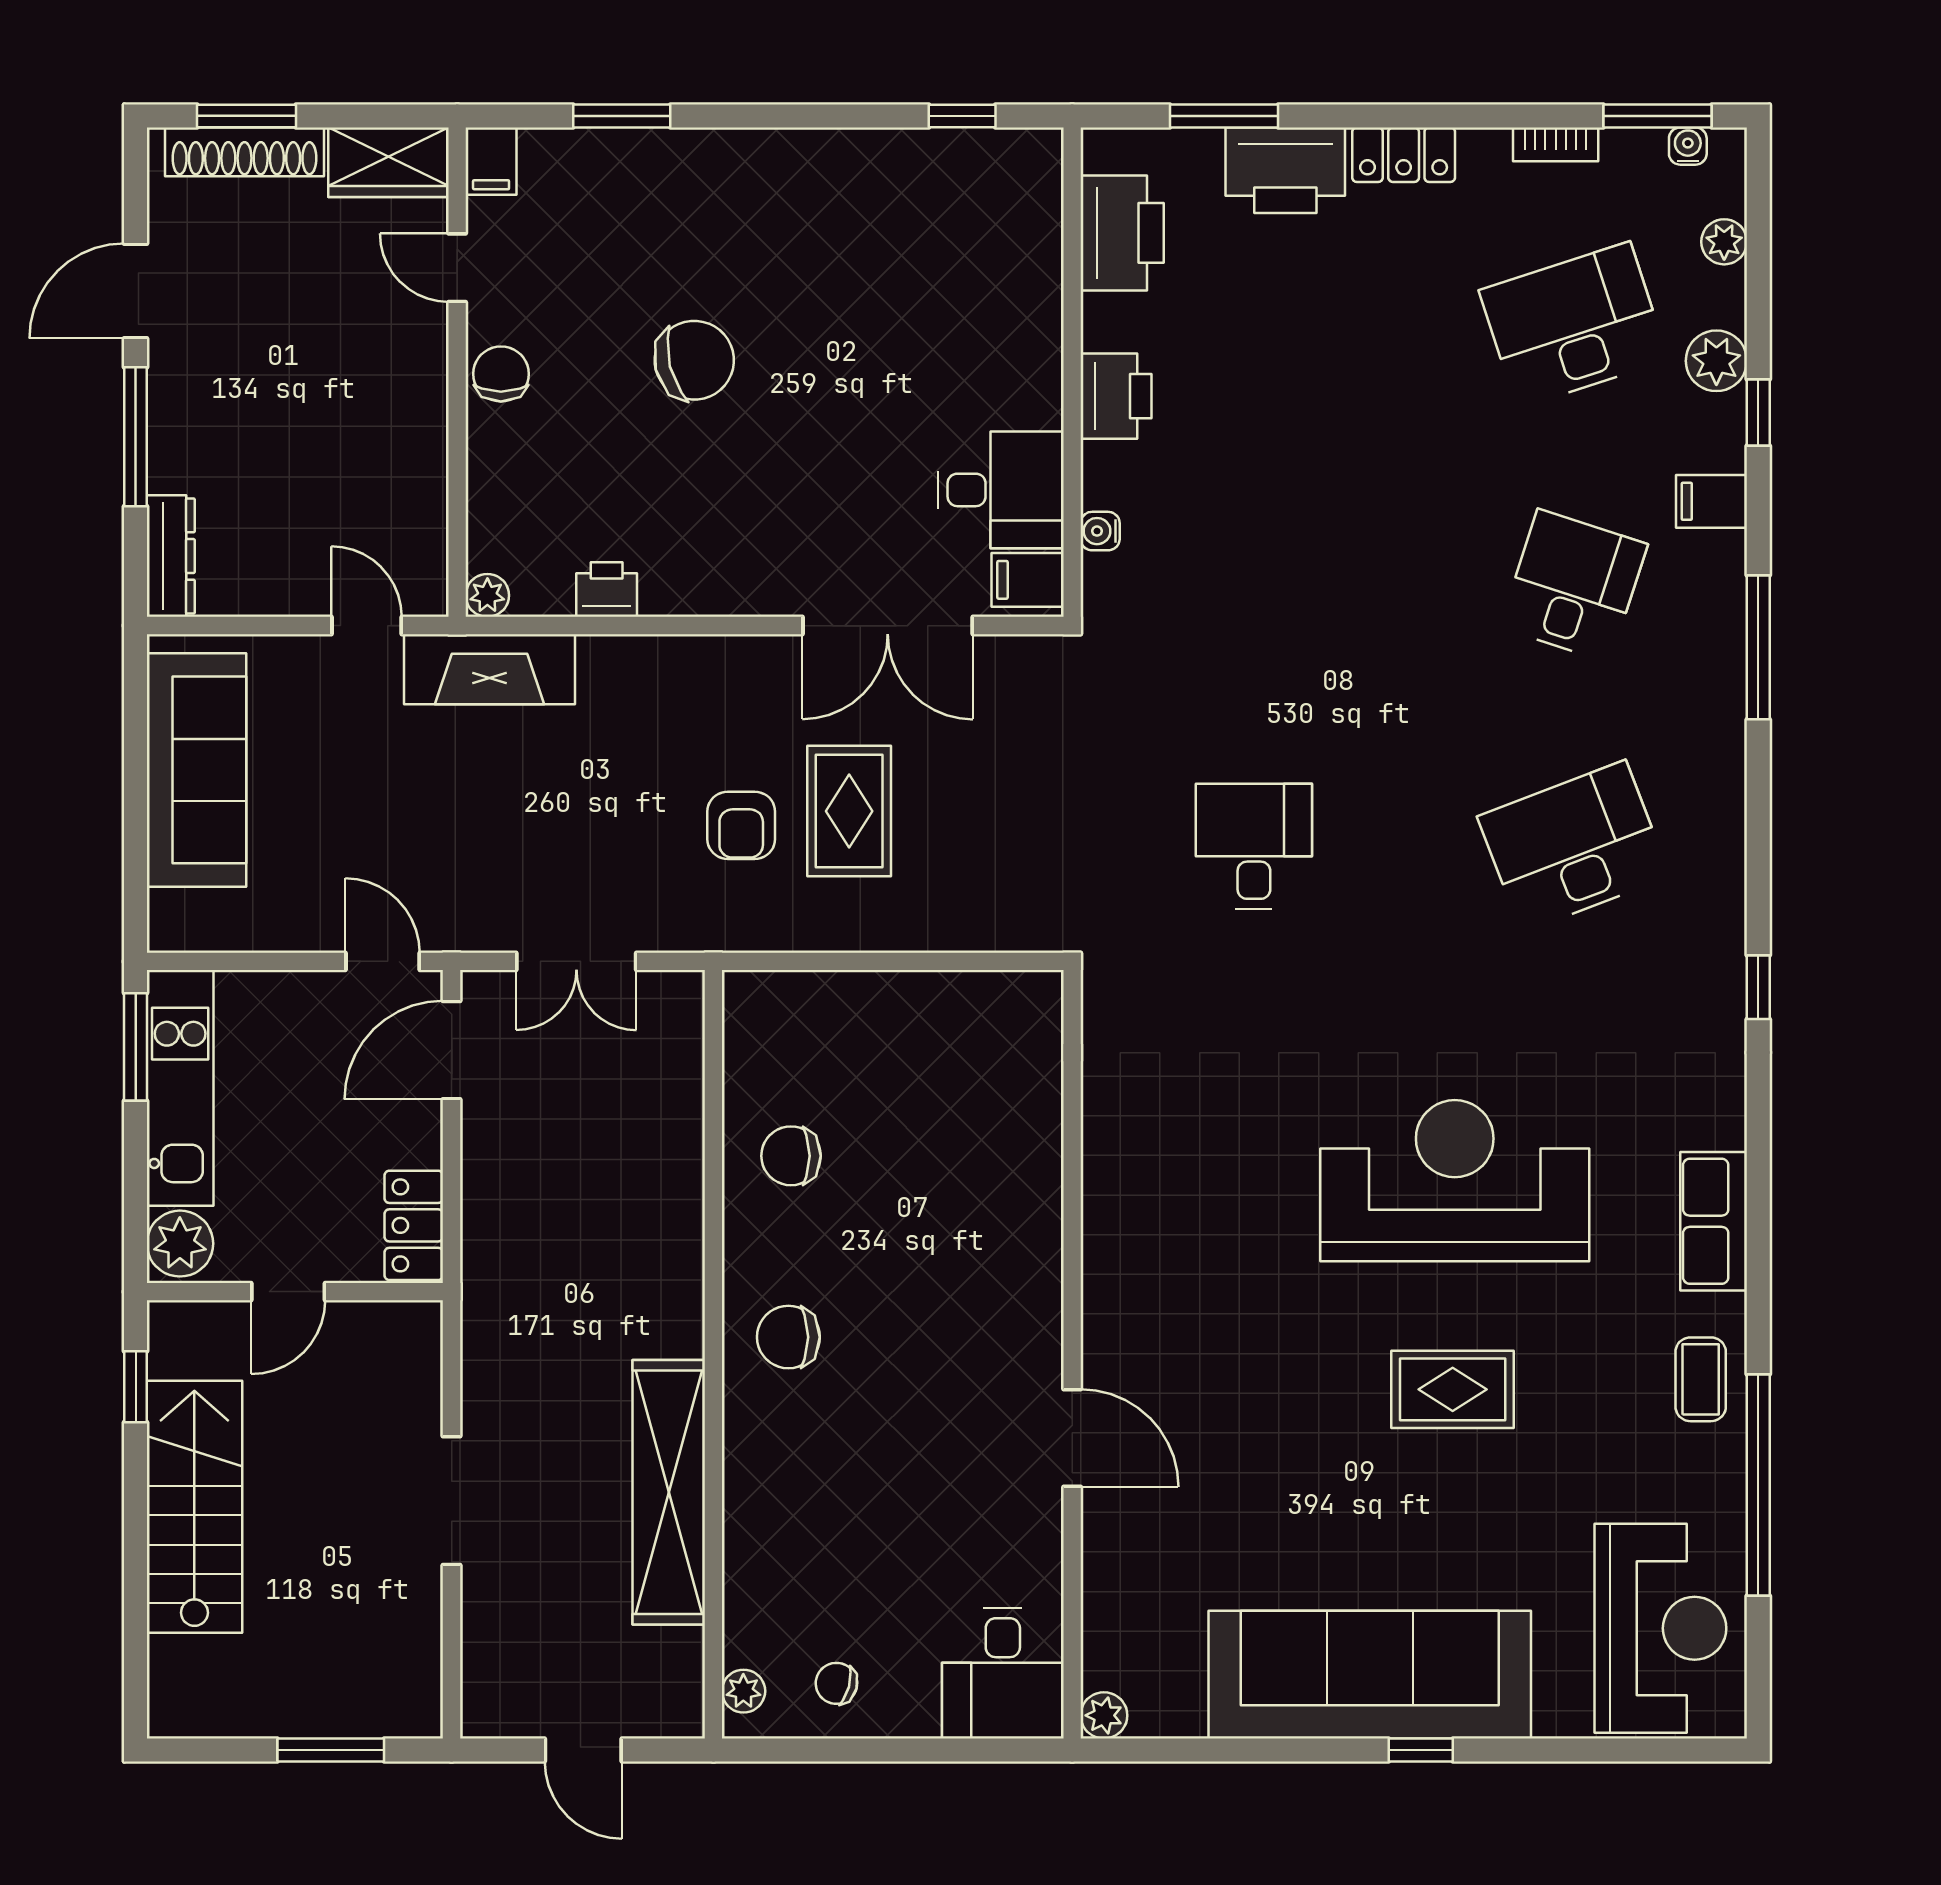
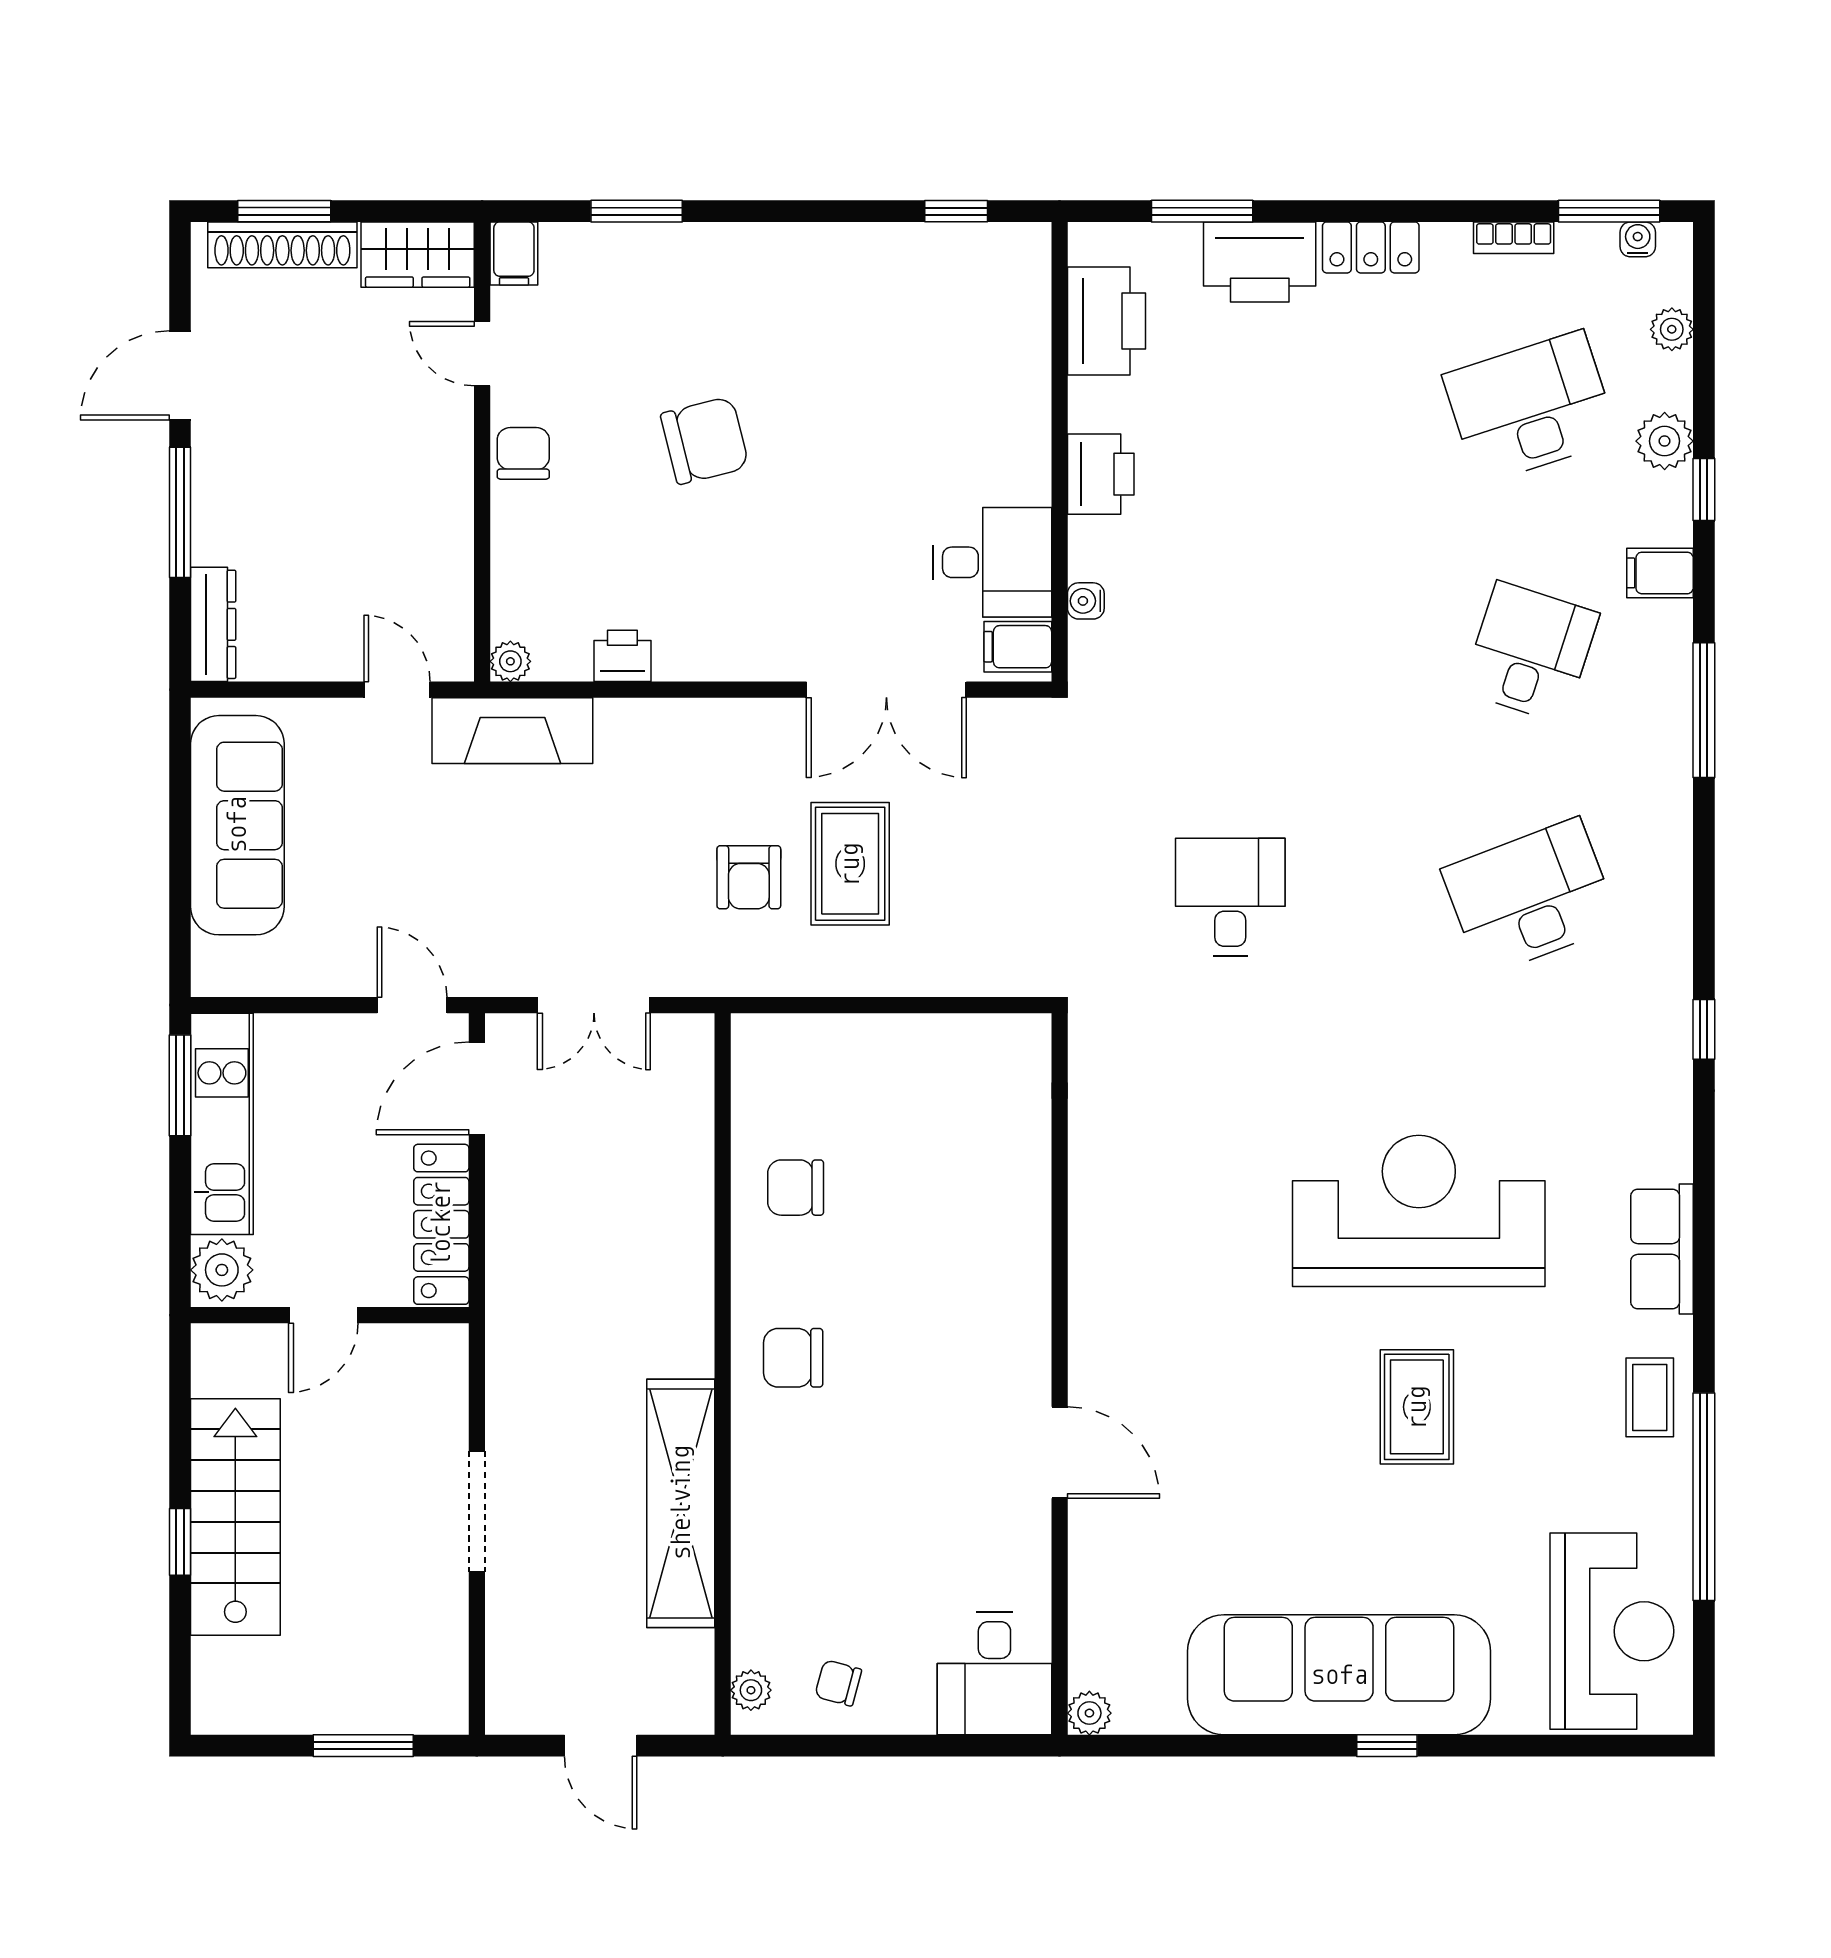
locker: (414, 1225) -> (441, 1224), width x1.53
window: (136, 1387) -> (180, 1542), moved
rug: (1453, 1389) -> (1417, 1407), turned 90

